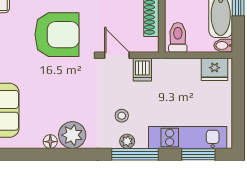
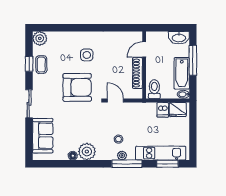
dishwasher: (142, 70) -> (163, 110), moved

